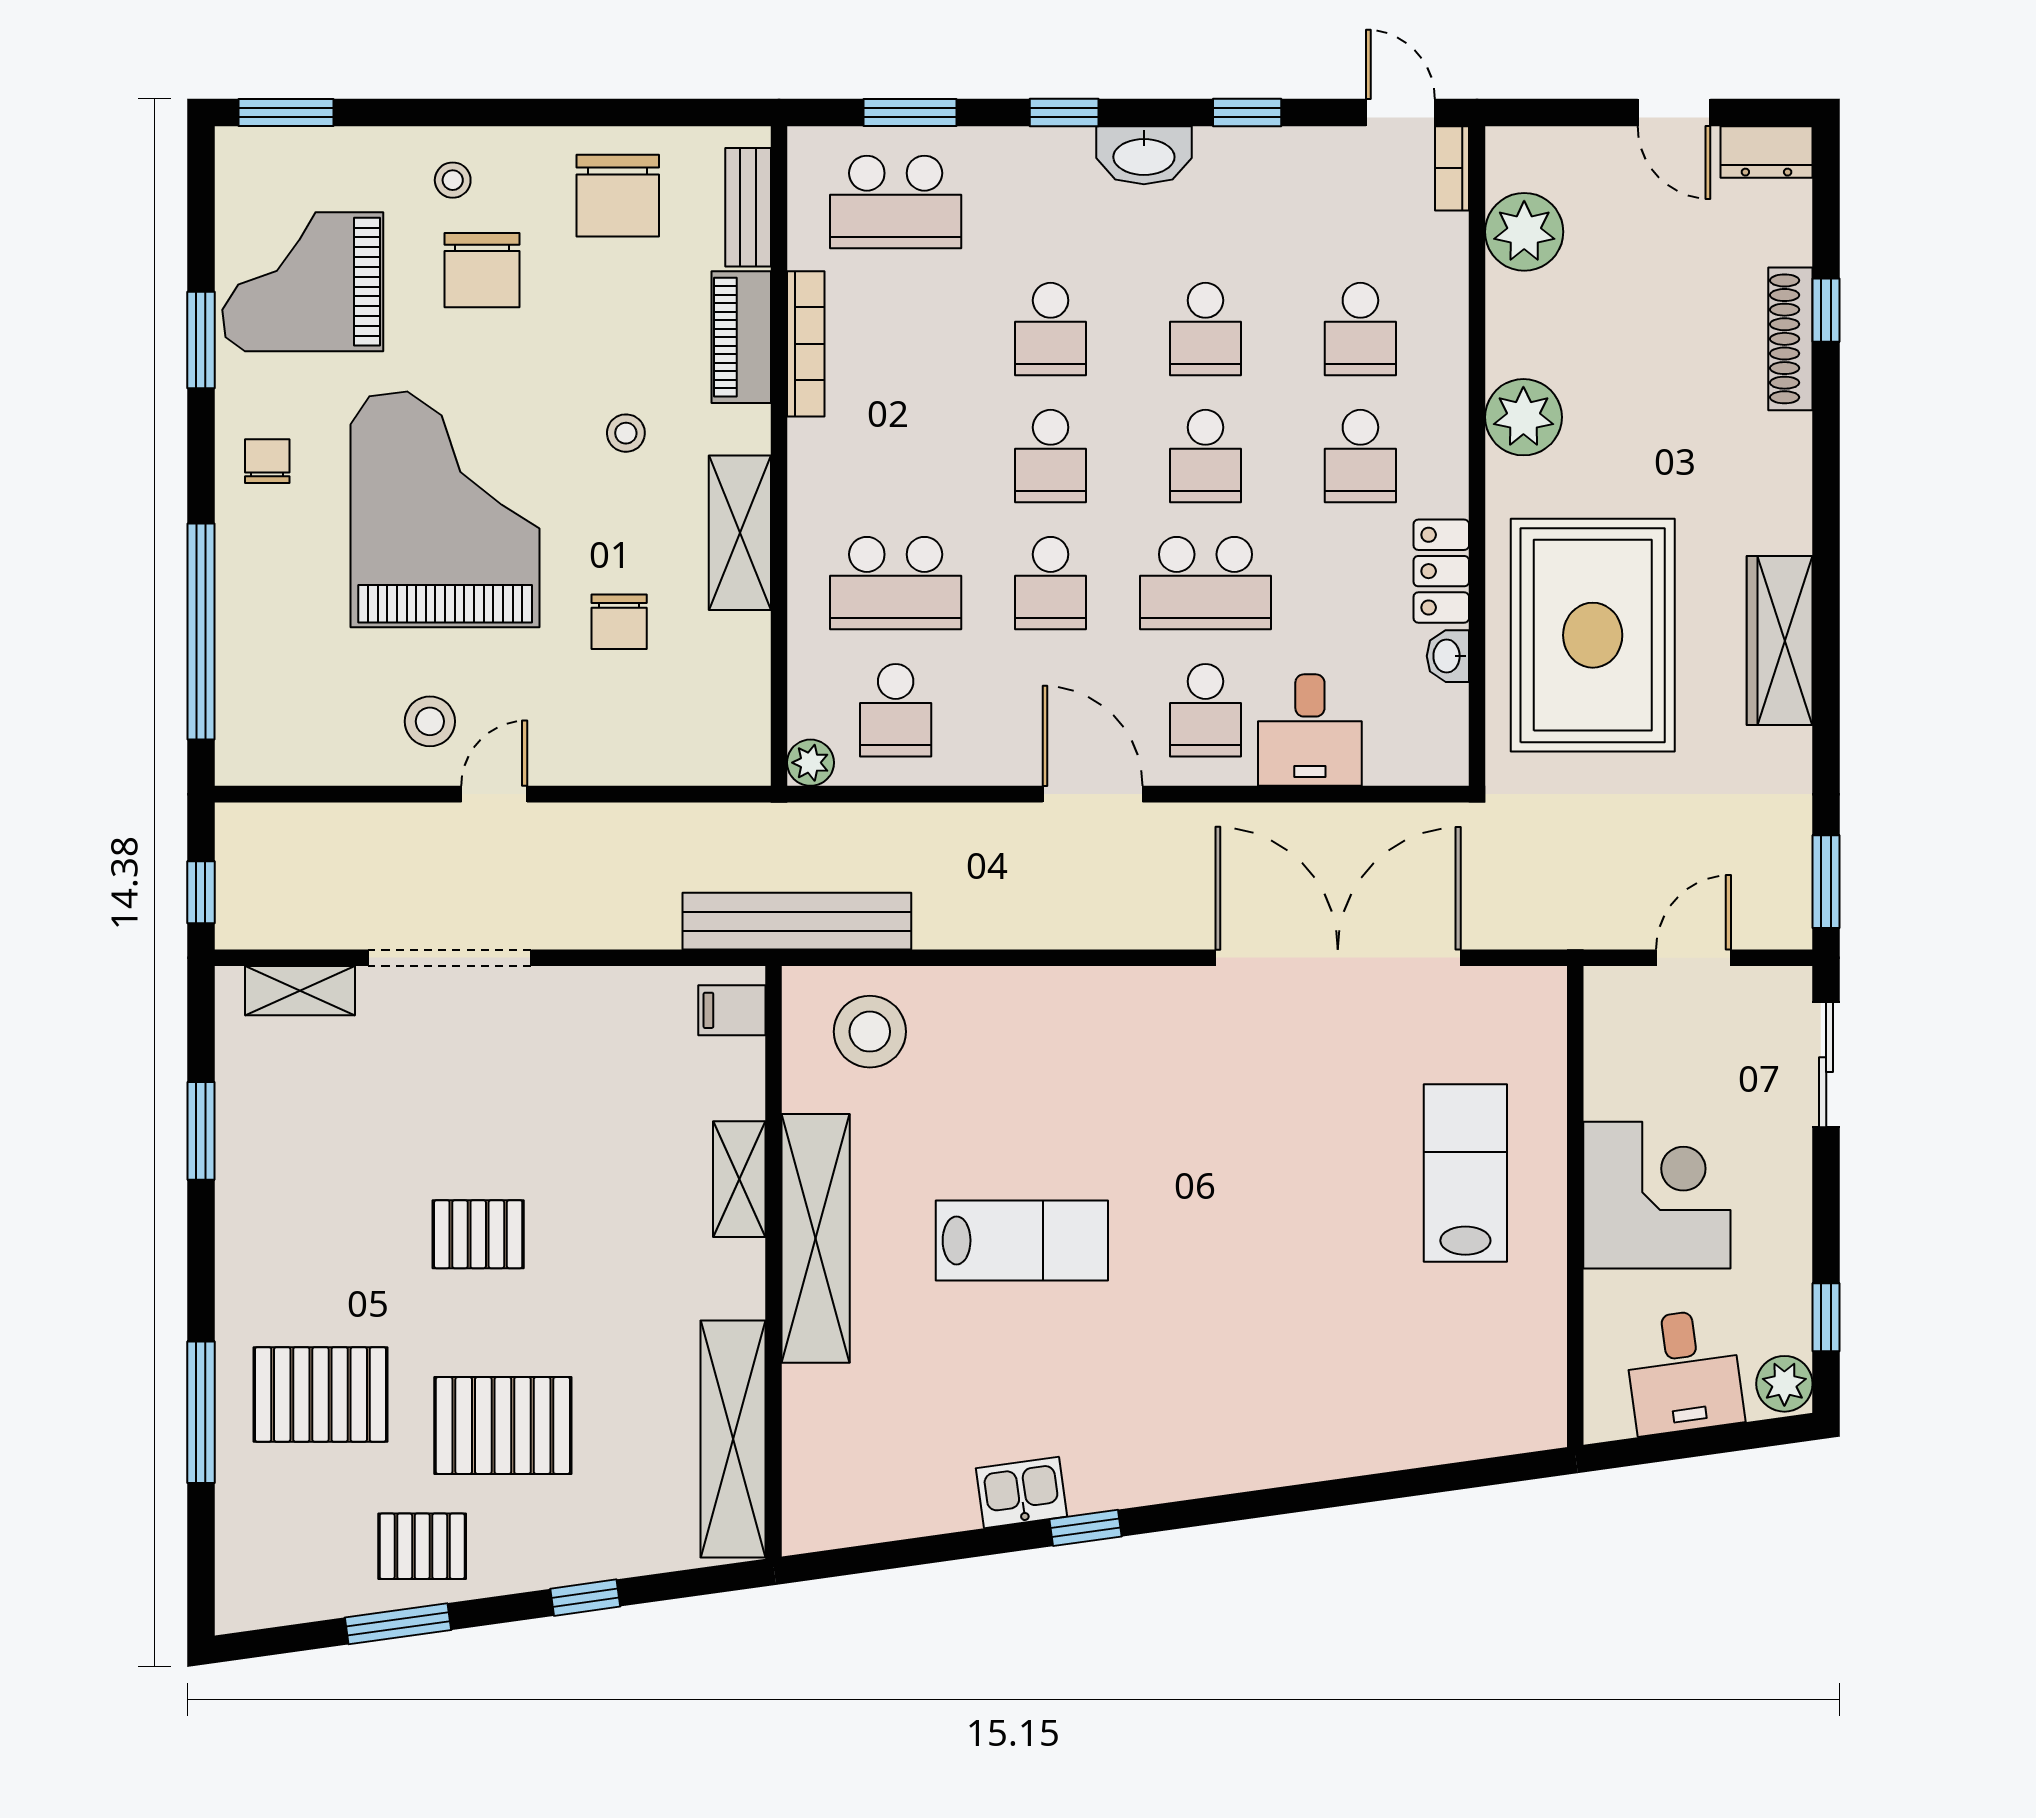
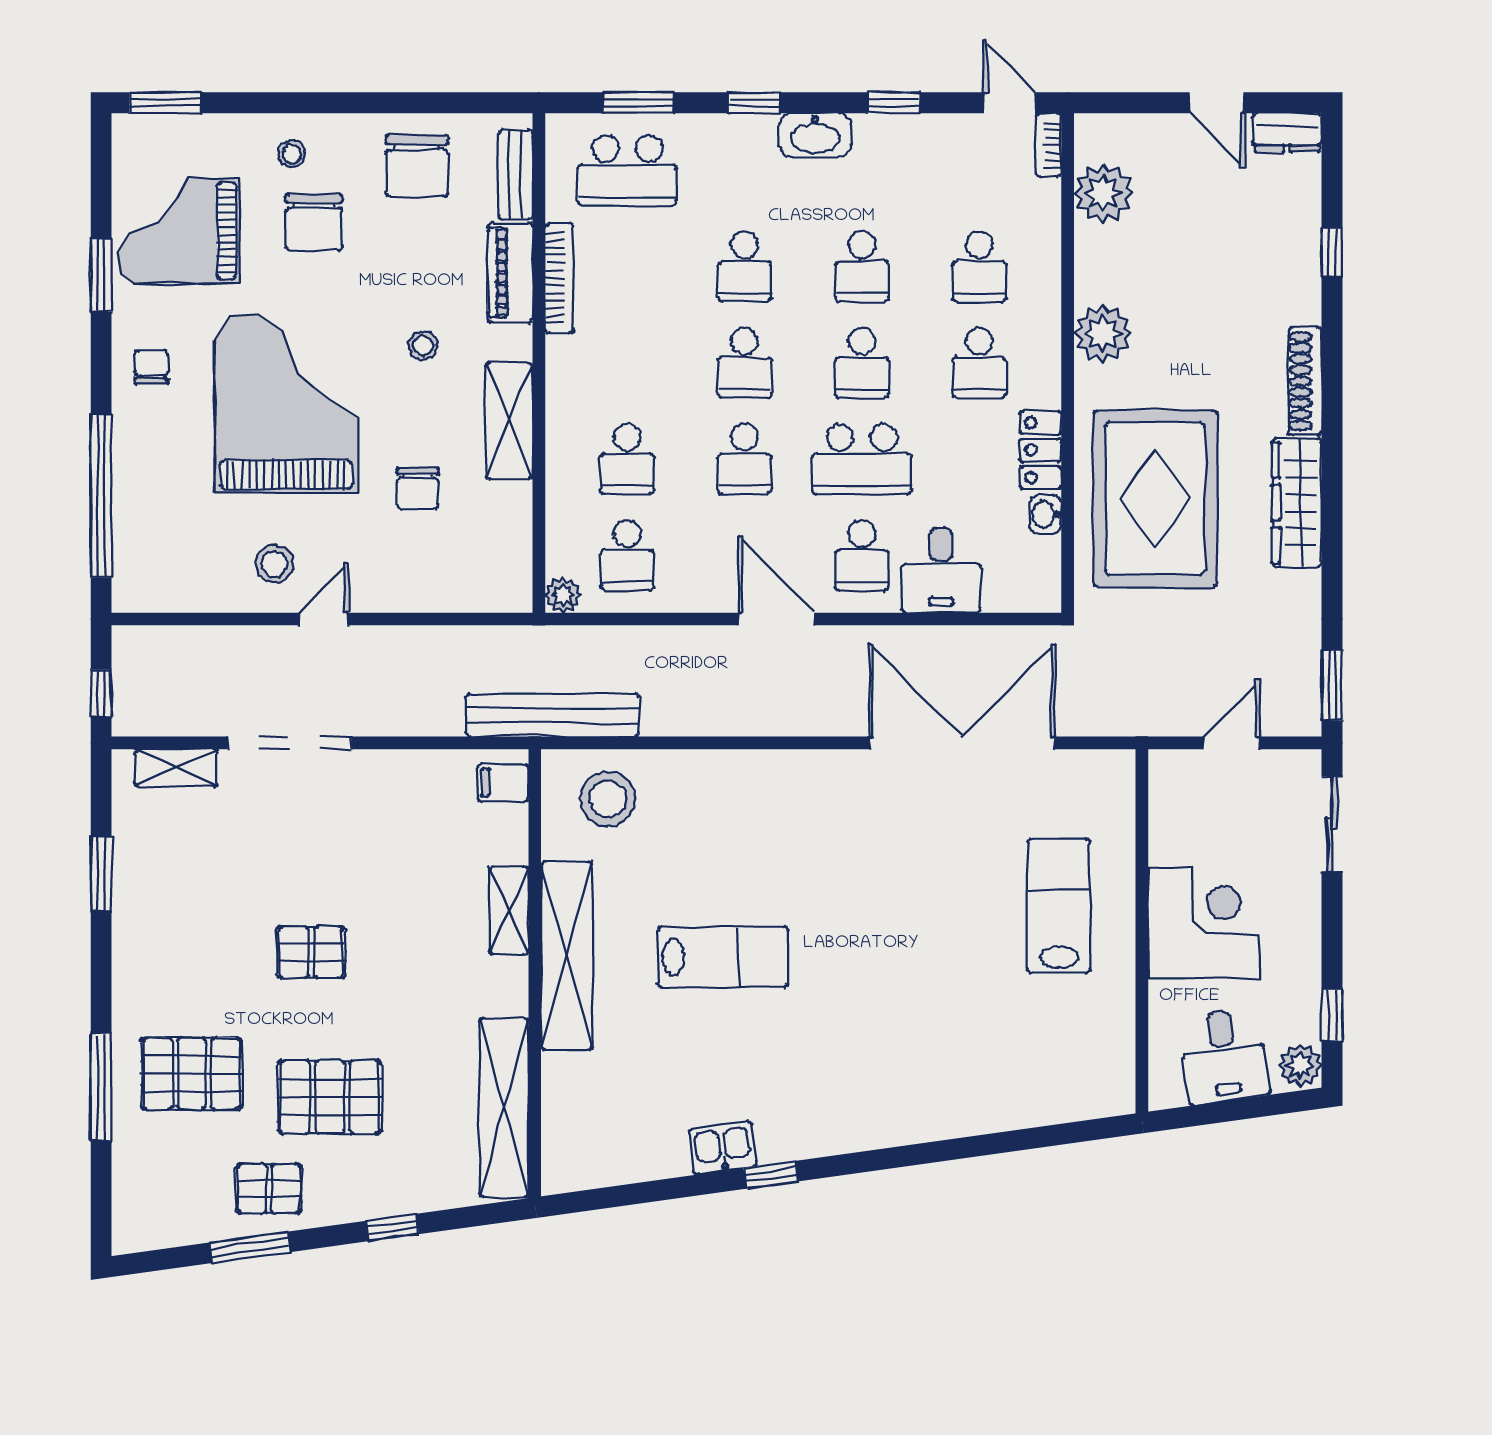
shoe rack: (1790, 339) -> (1305, 381), moved
school desk: (896, 583) -> (627, 459), width x0.54

